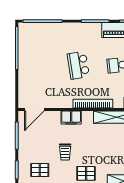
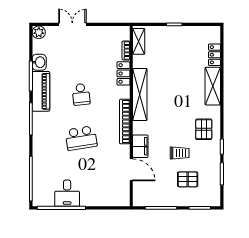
desk: (30, 53) -> (67, 193), added
door: (34, 110) -> (131, 170), moved
pallet: (40, 170) -> (188, 179), moved, turned 90

